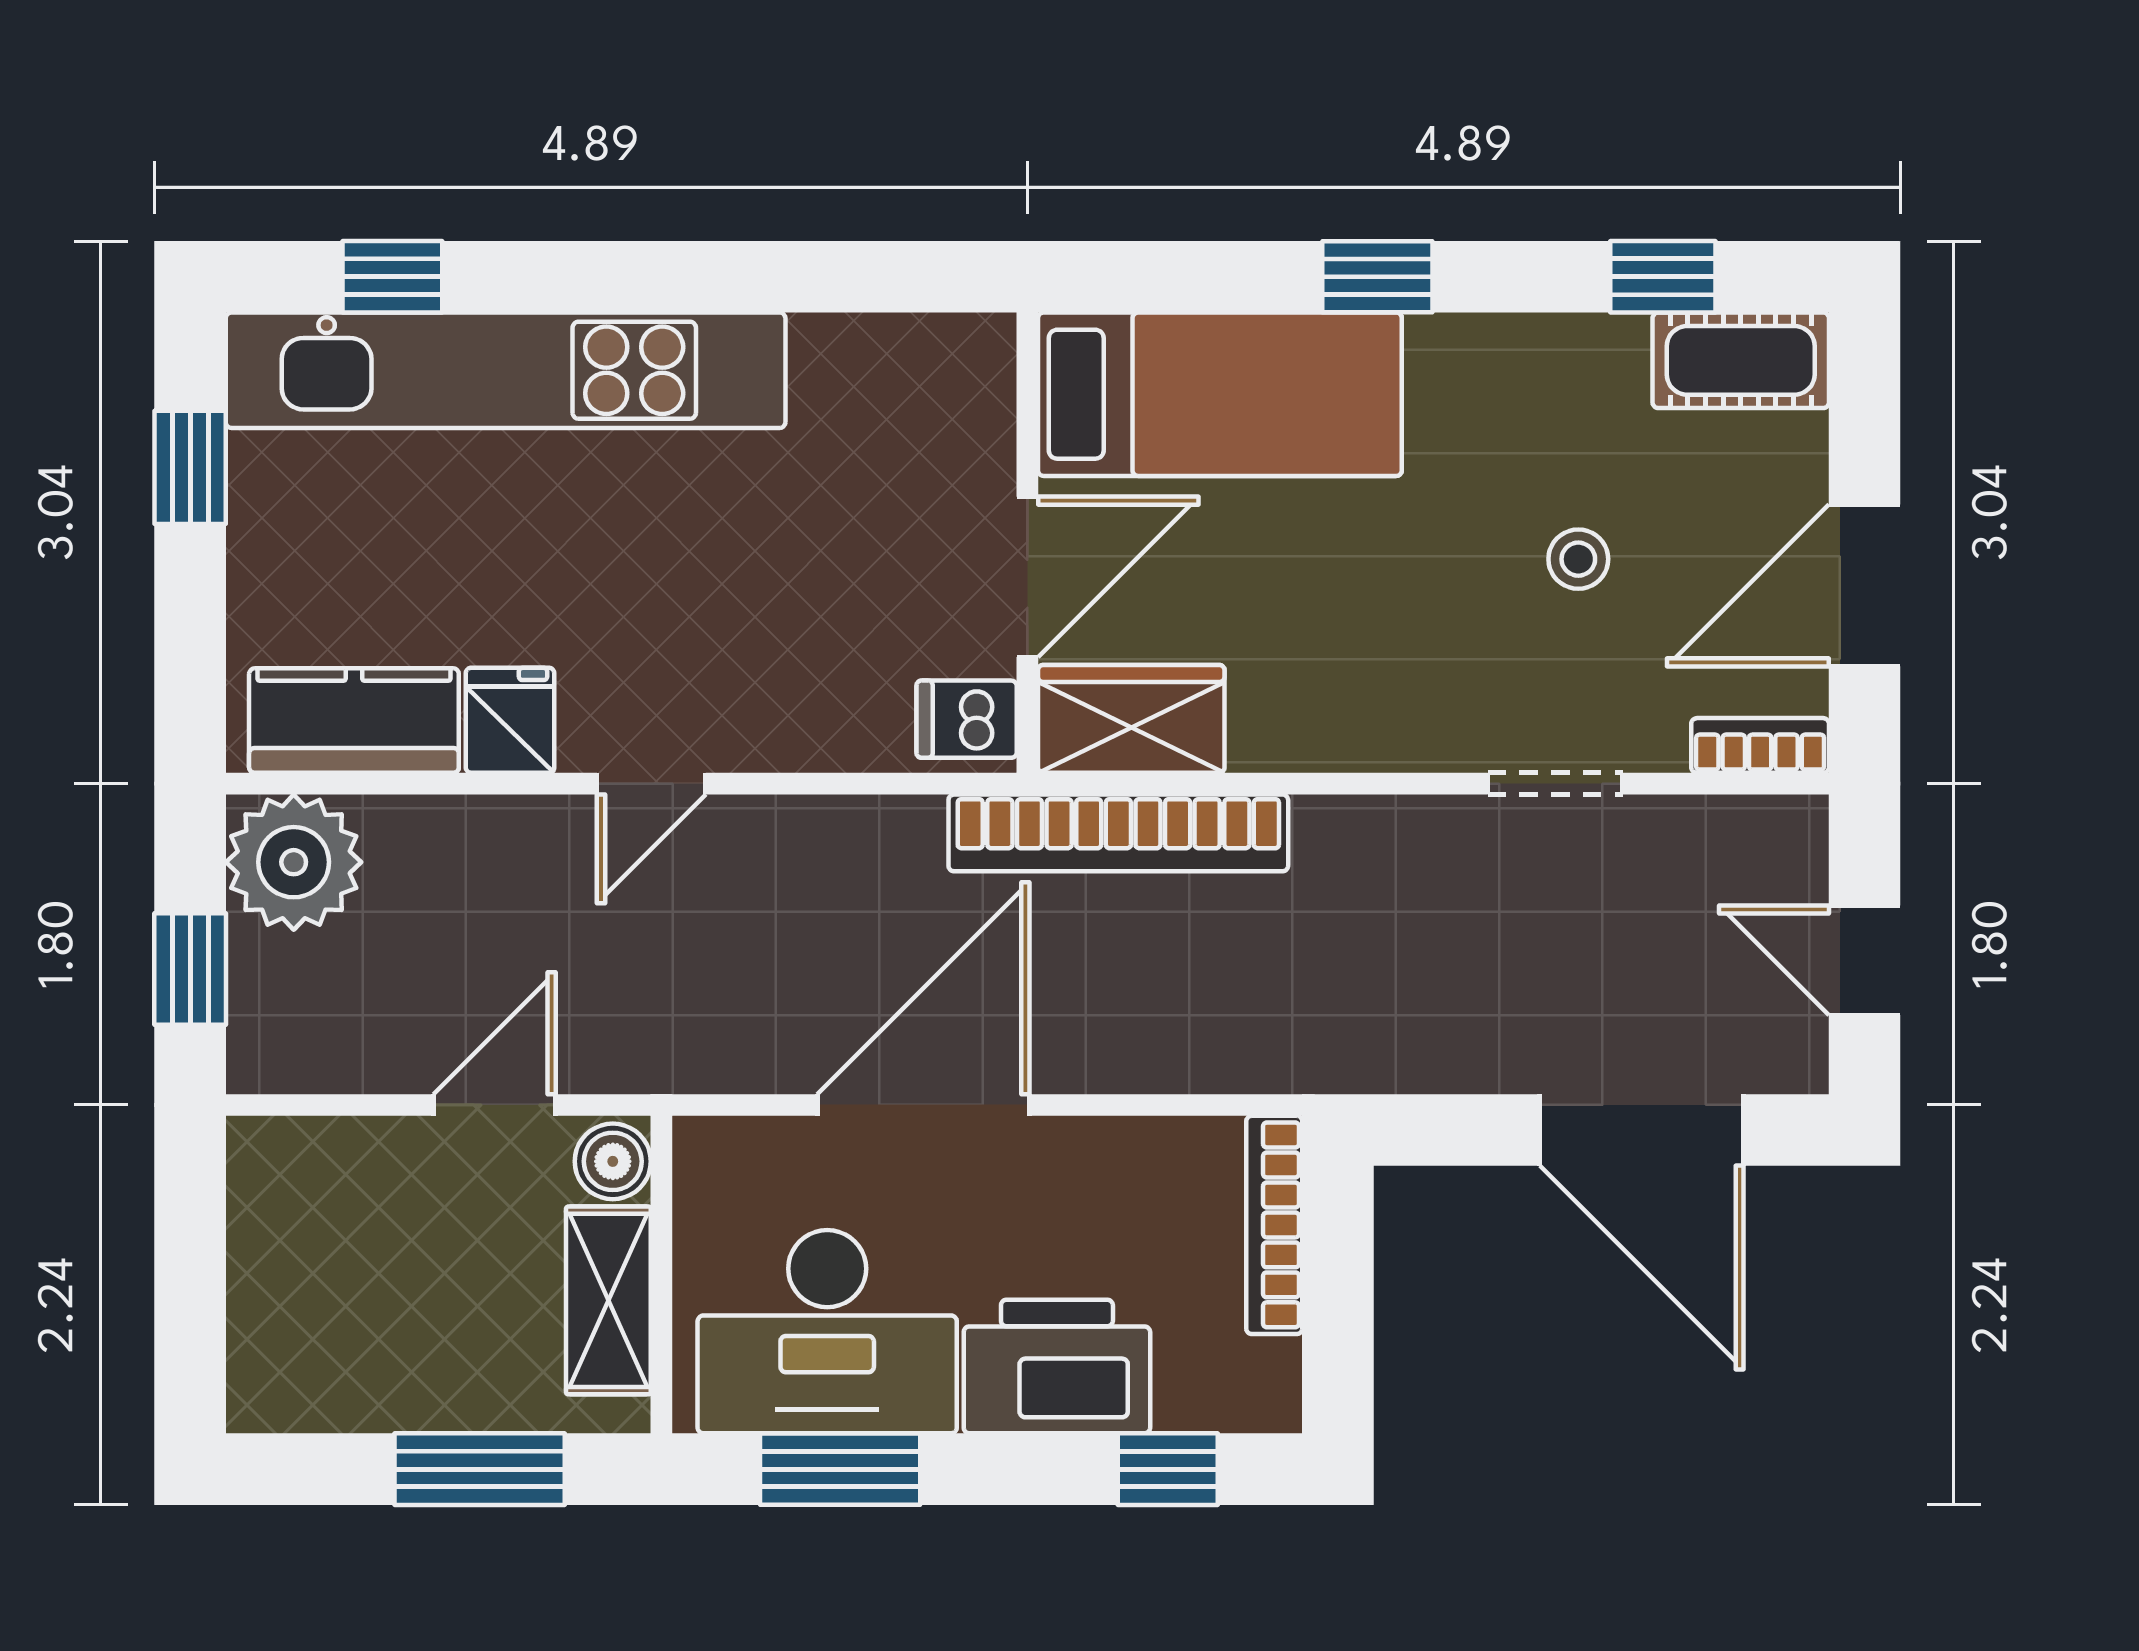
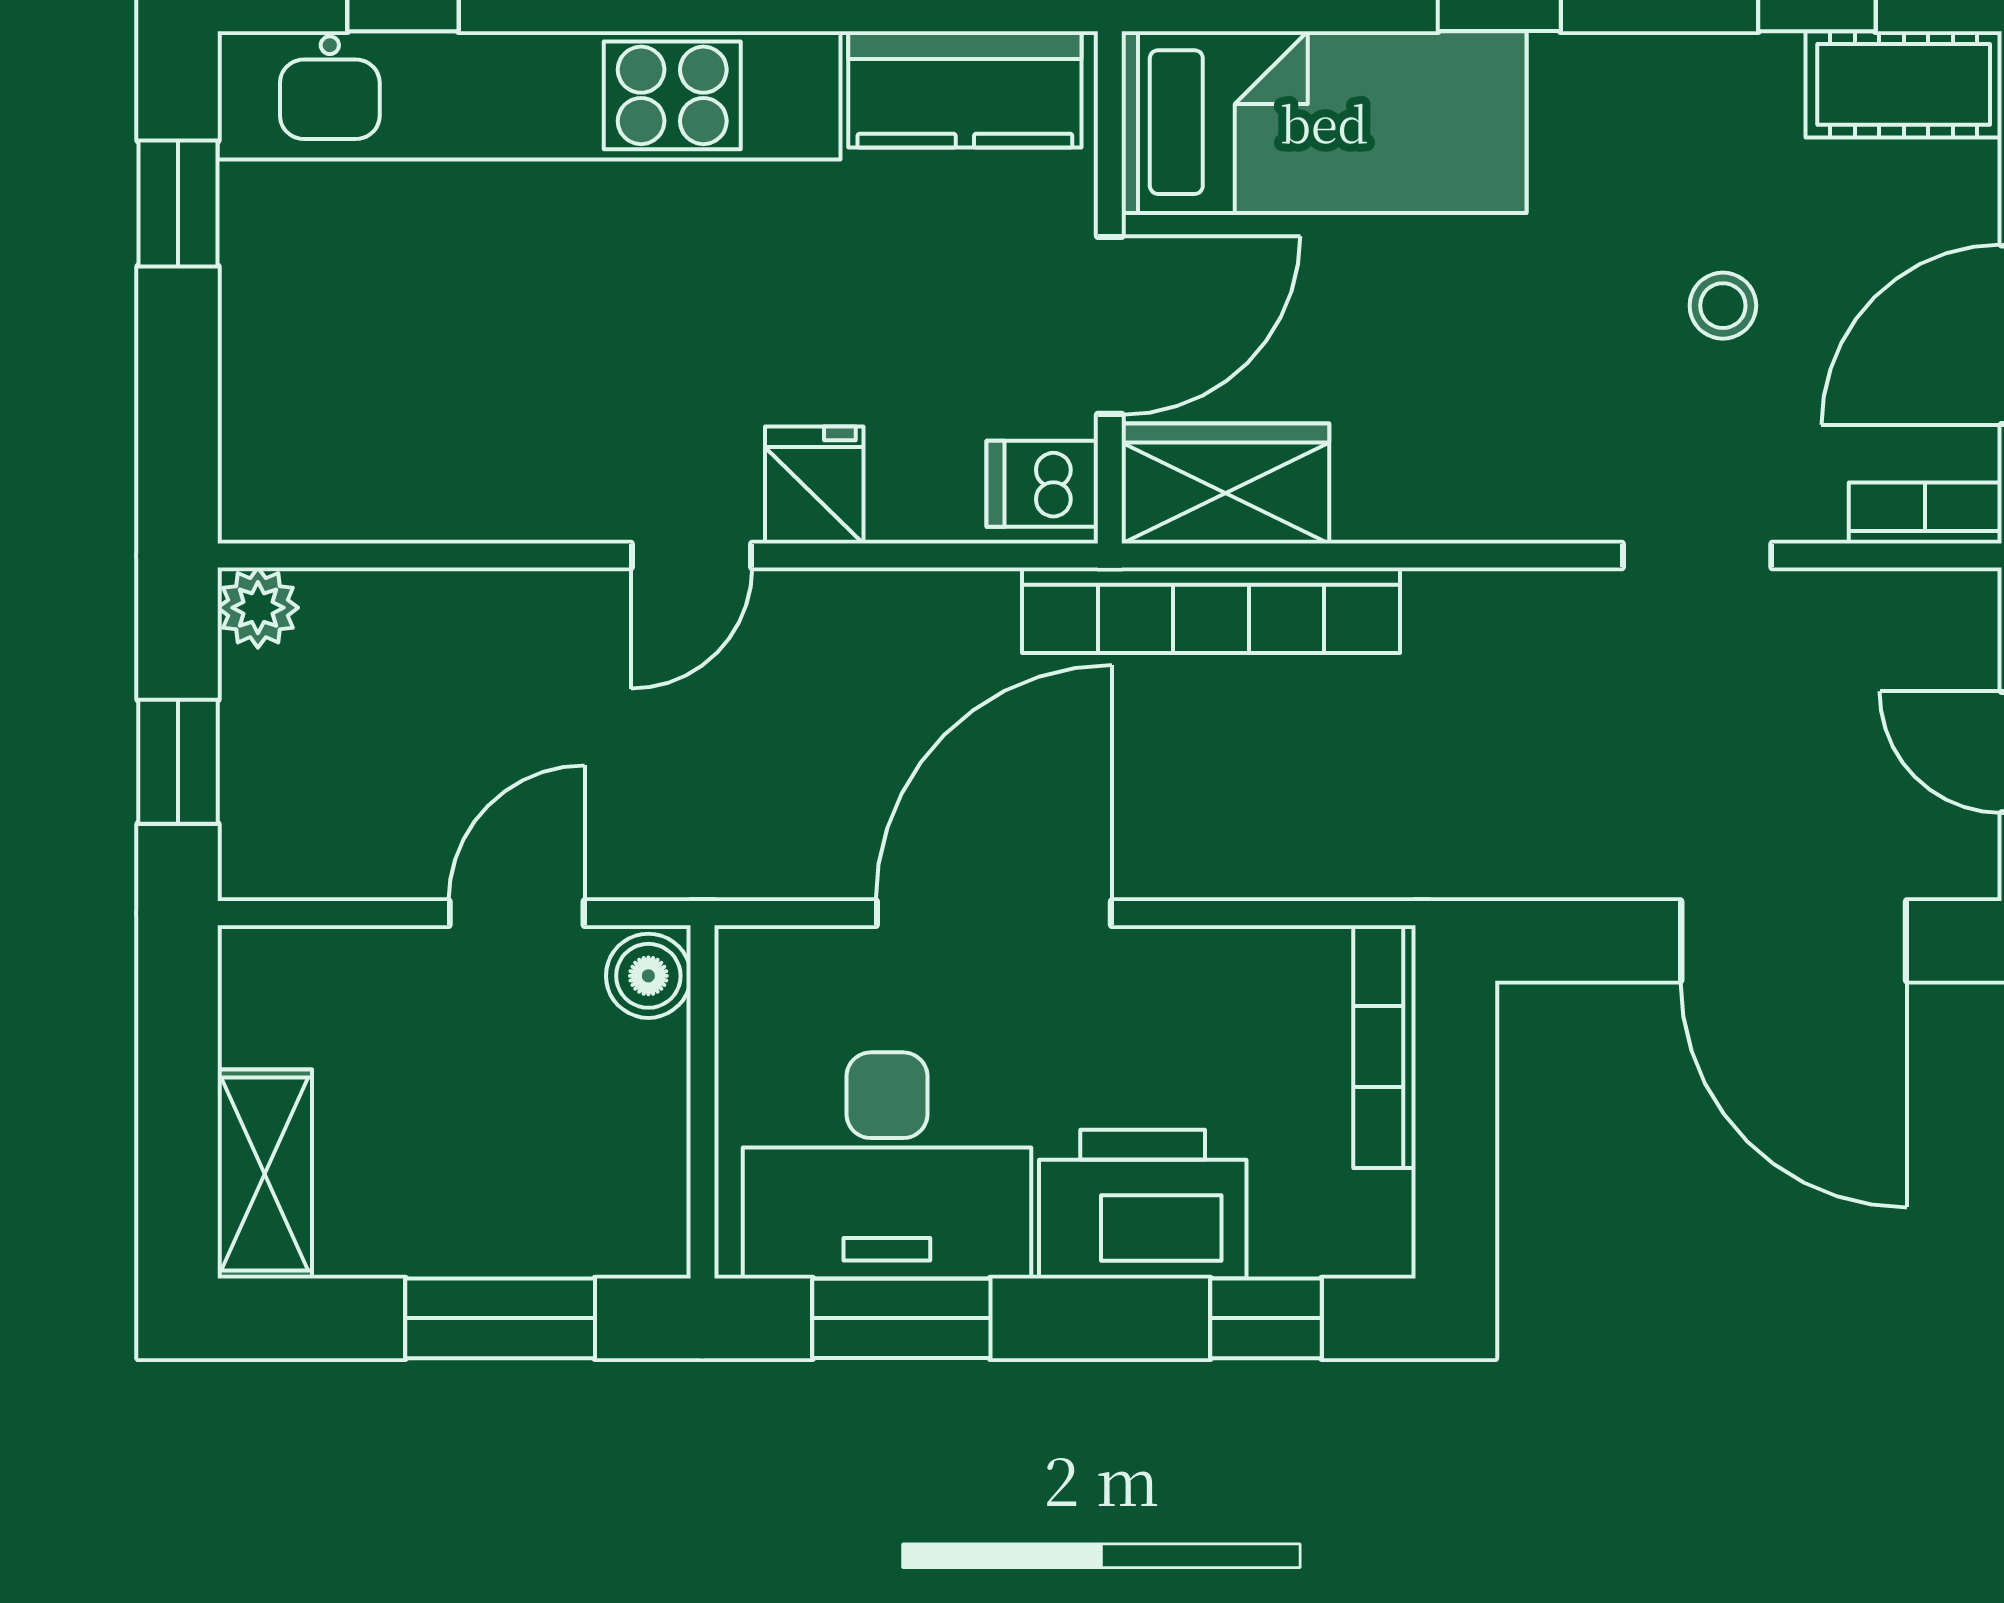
fridge: (510, 720) -> (814, 485), moved
kitchen counter: (354, 721) -> (965, 89), moved, turned 180
plant: (294, 862) -> (258, 608), width x0.53, depth x0.53
shelving: (608, 1300) -> (265, 1174), moved

